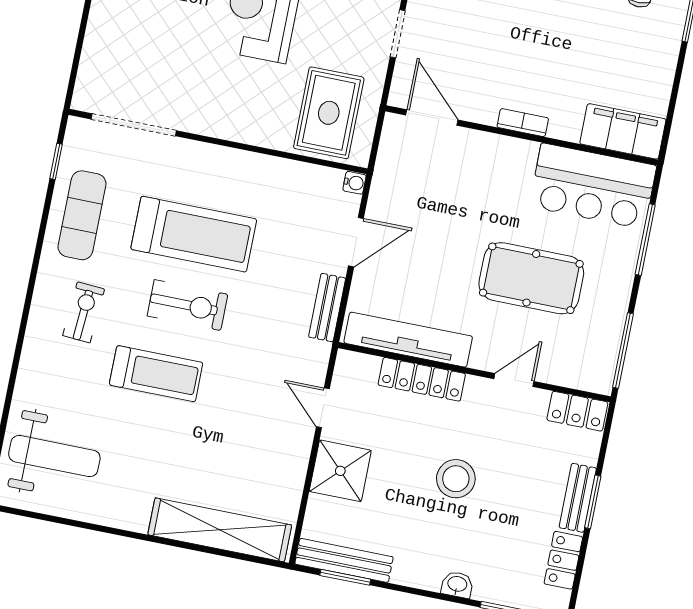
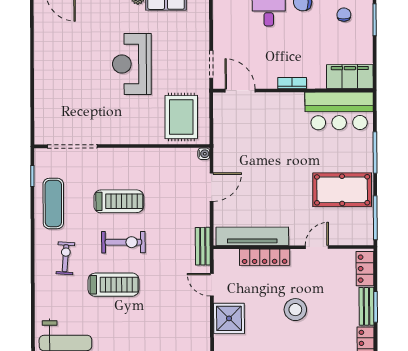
door: (432, 117) -> (240, 91), moved
bookcase: (523, 123) -> (292, 83), moved
filing cabinet: (623, 131) -> (350, 76), moved
wall: (522, 135) -> (293, 90), moved
bar counter: (593, 186) -> (339, 111), moved
treadmill: (194, 234) -> (119, 201), width x0.73, depth x0.73
pool table: (531, 278) -> (342, 190), moved
bench: (327, 308) -> (203, 246), moved
locker: (577, 411) -> (365, 269), moved, turned 90

